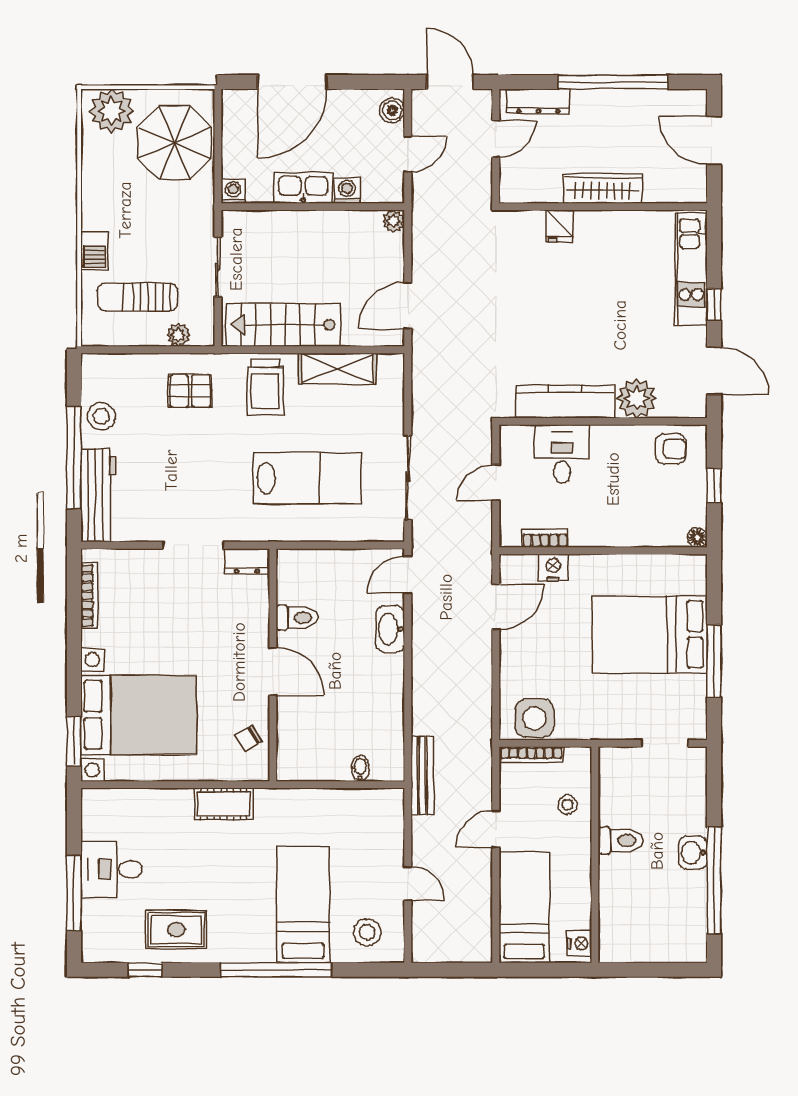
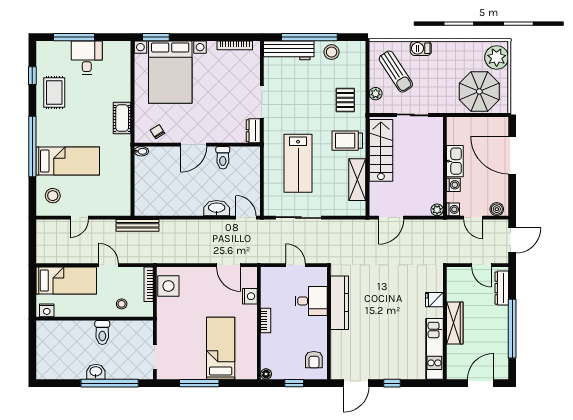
washing machine: (233, 191) -> (453, 209), moved
kitchen unit: (691, 269) -> (434, 349), moved, turned -90
sun lounger: (137, 297) -> (396, 72), turned 147
door: (408, 306) -> (391, 218), swing flipped
plant: (637, 398) -> (341, 341), removed
bookcase: (545, 538) -> (266, 320), moved
bed: (650, 635) -> (221, 348), width x0.67
bidet: (360, 768) -> (141, 151), moved
window: (714, 881) -> (110, 383), moved

